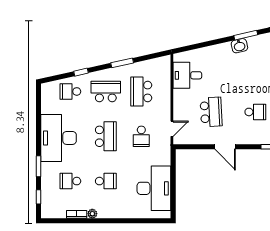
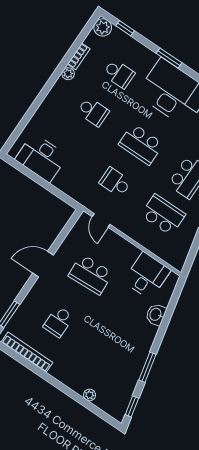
washbasin: (239, 46) -> (156, 314), moved
window: (38, 166) -> (169, 58), moved
school desk: (70, 181) -> (119, 74), turned 90
school desk: (106, 181) -> (93, 112), turned -90
desk: (154, 188) -> (41, 158), width x0.73, depth x0.77
plant: (48, 212) -> (103, 27), added

